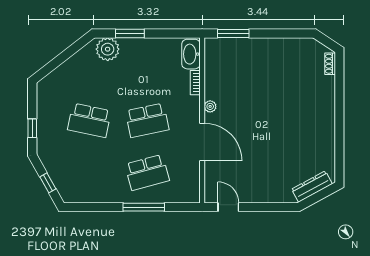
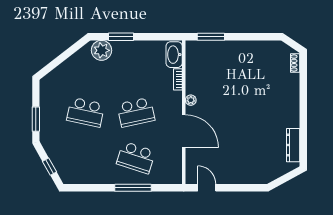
window: (32, 128) -> (36, 119), width x1.50
school desk: (147, 172) -> (136, 158), turned 33
dresser: (312, 187) -> (293, 145), moved, turned -61

